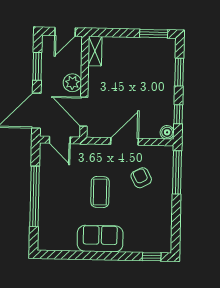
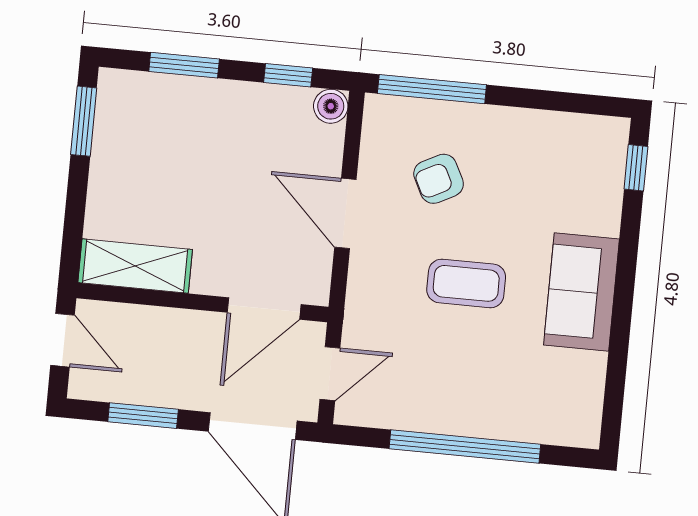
shelving: (95, 51) -> (135, 266), width x1.50, depth x1.33
plant: (72, 83) -> (190, 332), removed

